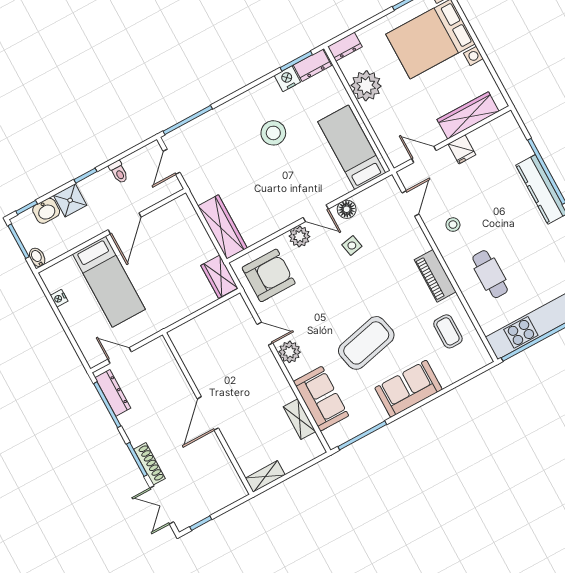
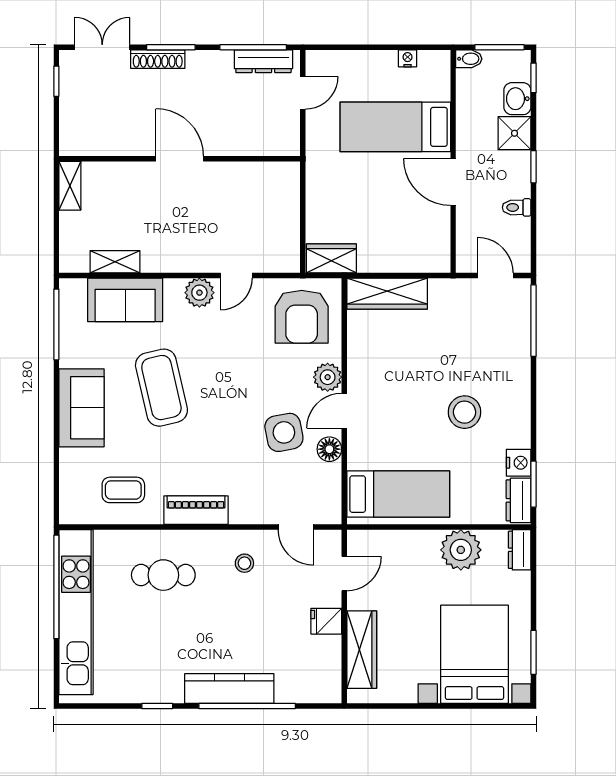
side table: (352, 245) -> (284, 432), width x1.87, depth x1.87

